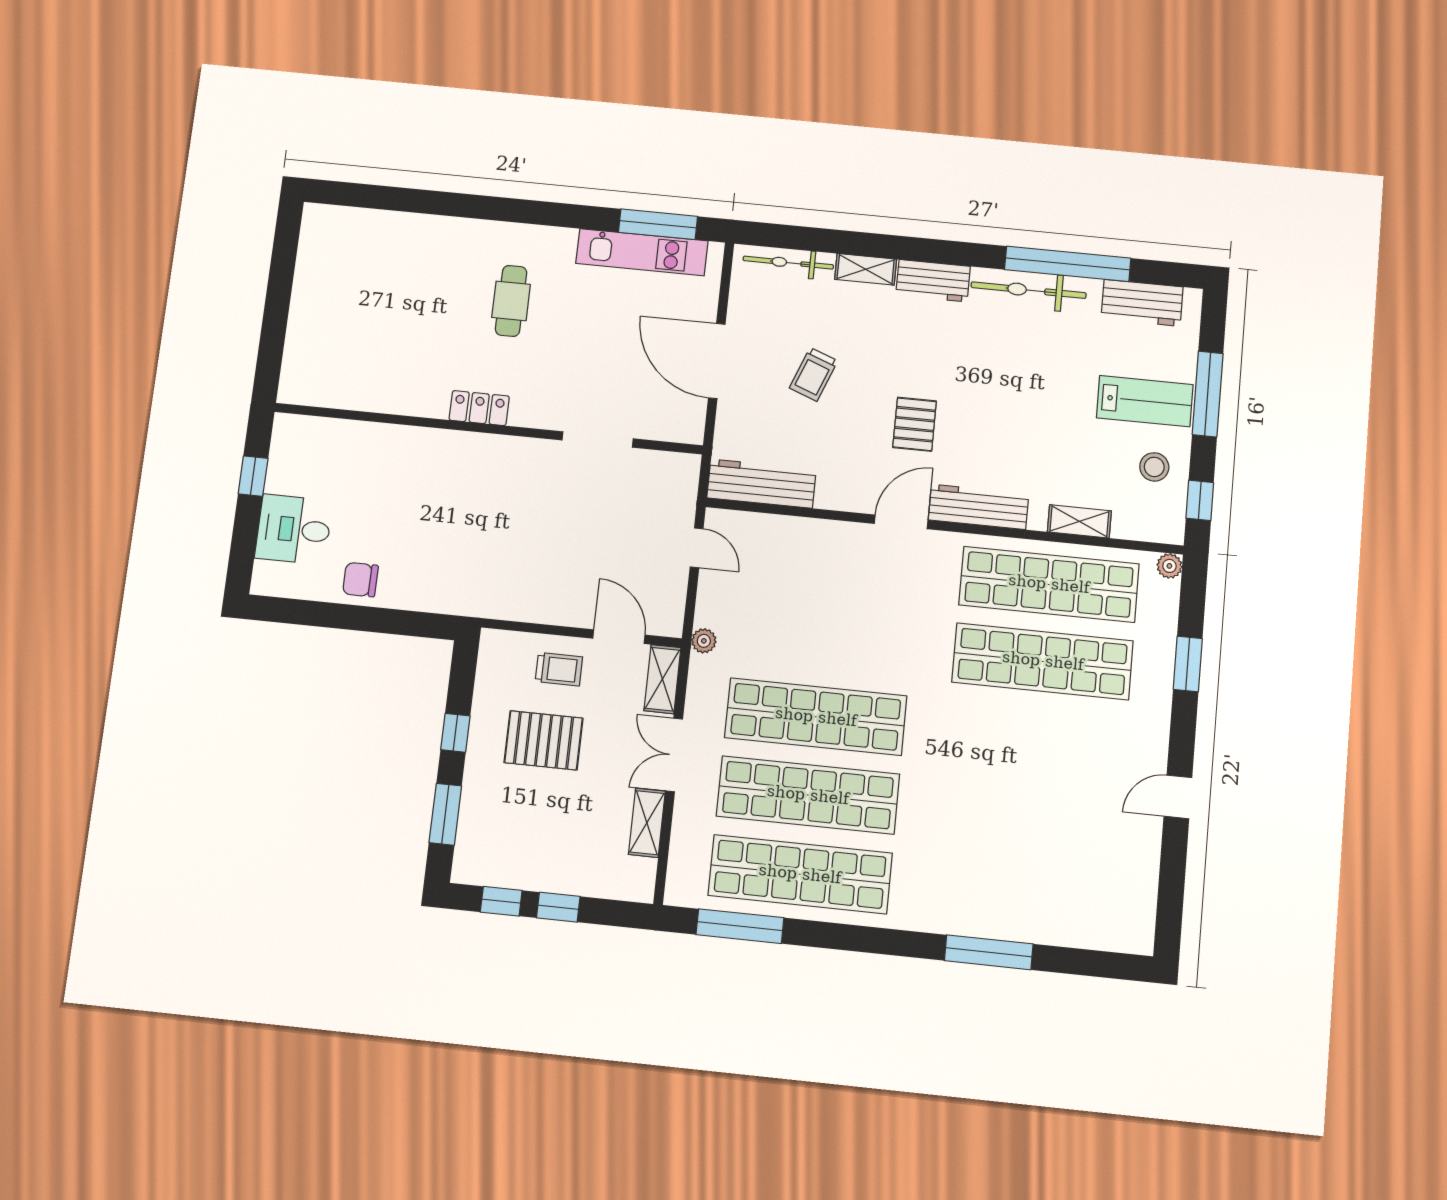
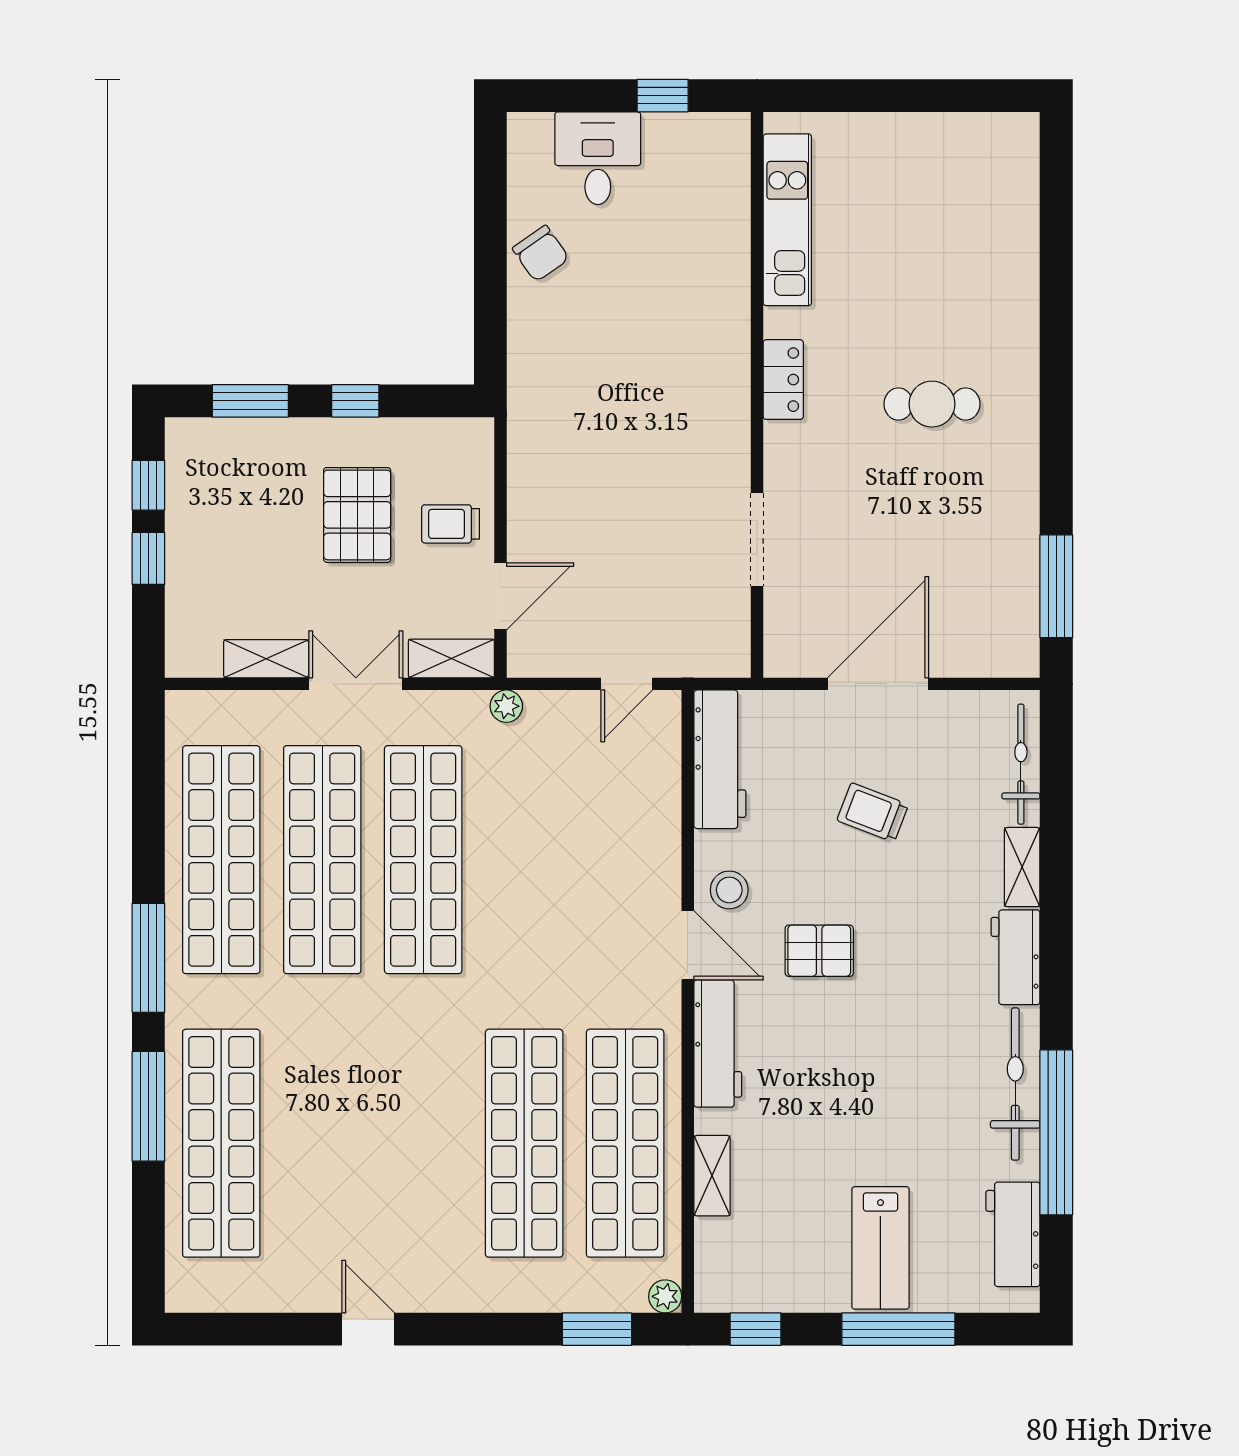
kitchen unit: (642, 252) -> (787, 220), moved, turned 180
stool: (1154, 467) -> (729, 890), moved
chair: (360, 580) -> (541, 254), turned 145
window: (1188, 664) -> (597, 1329), moved
trolley: (559, 669) -> (451, 524), turned 90
shop shelf: (1023, 897) -> (221, 1143), added
window: (740, 926) -> (148, 958), moved

